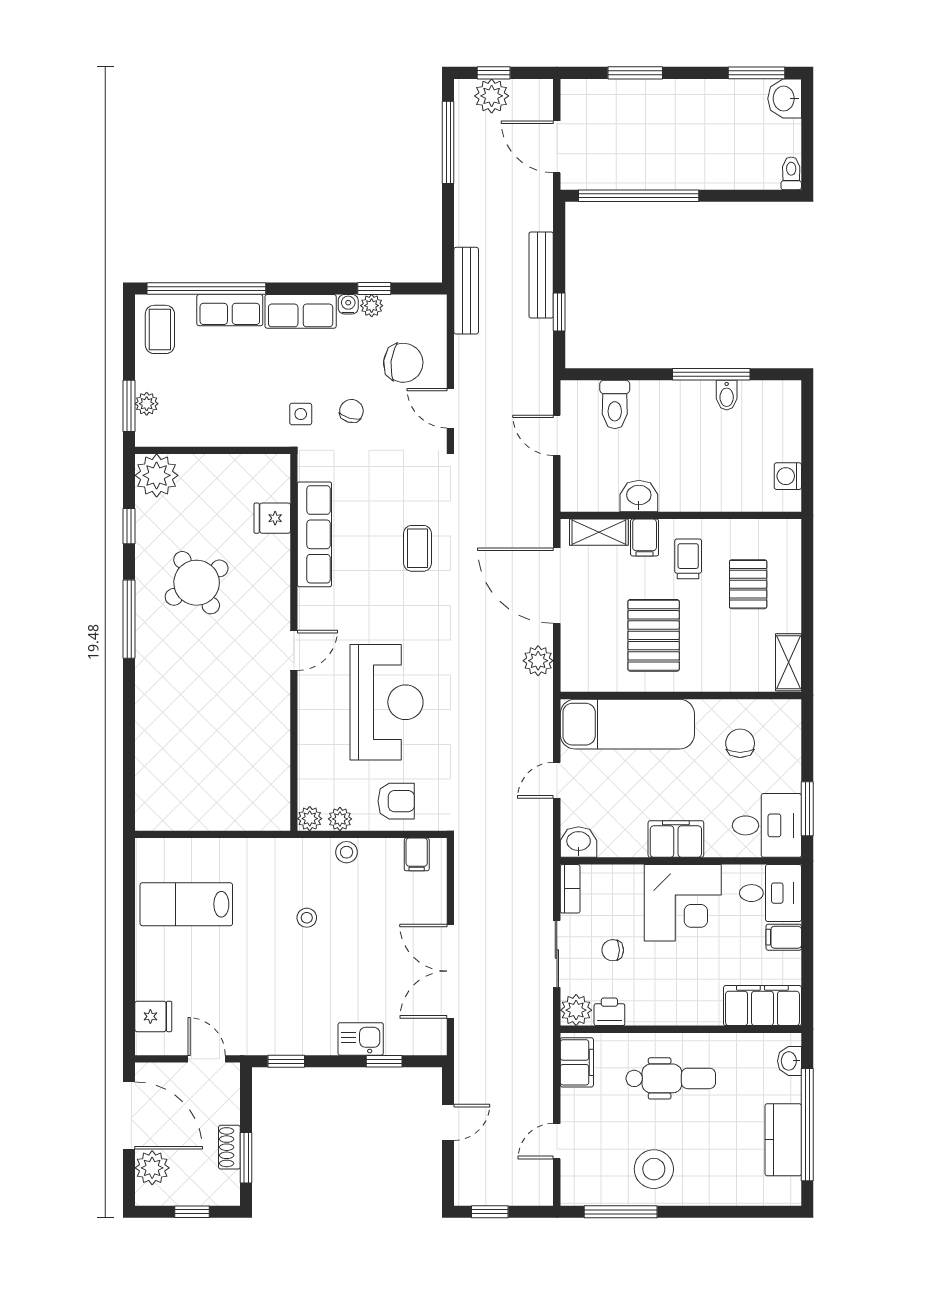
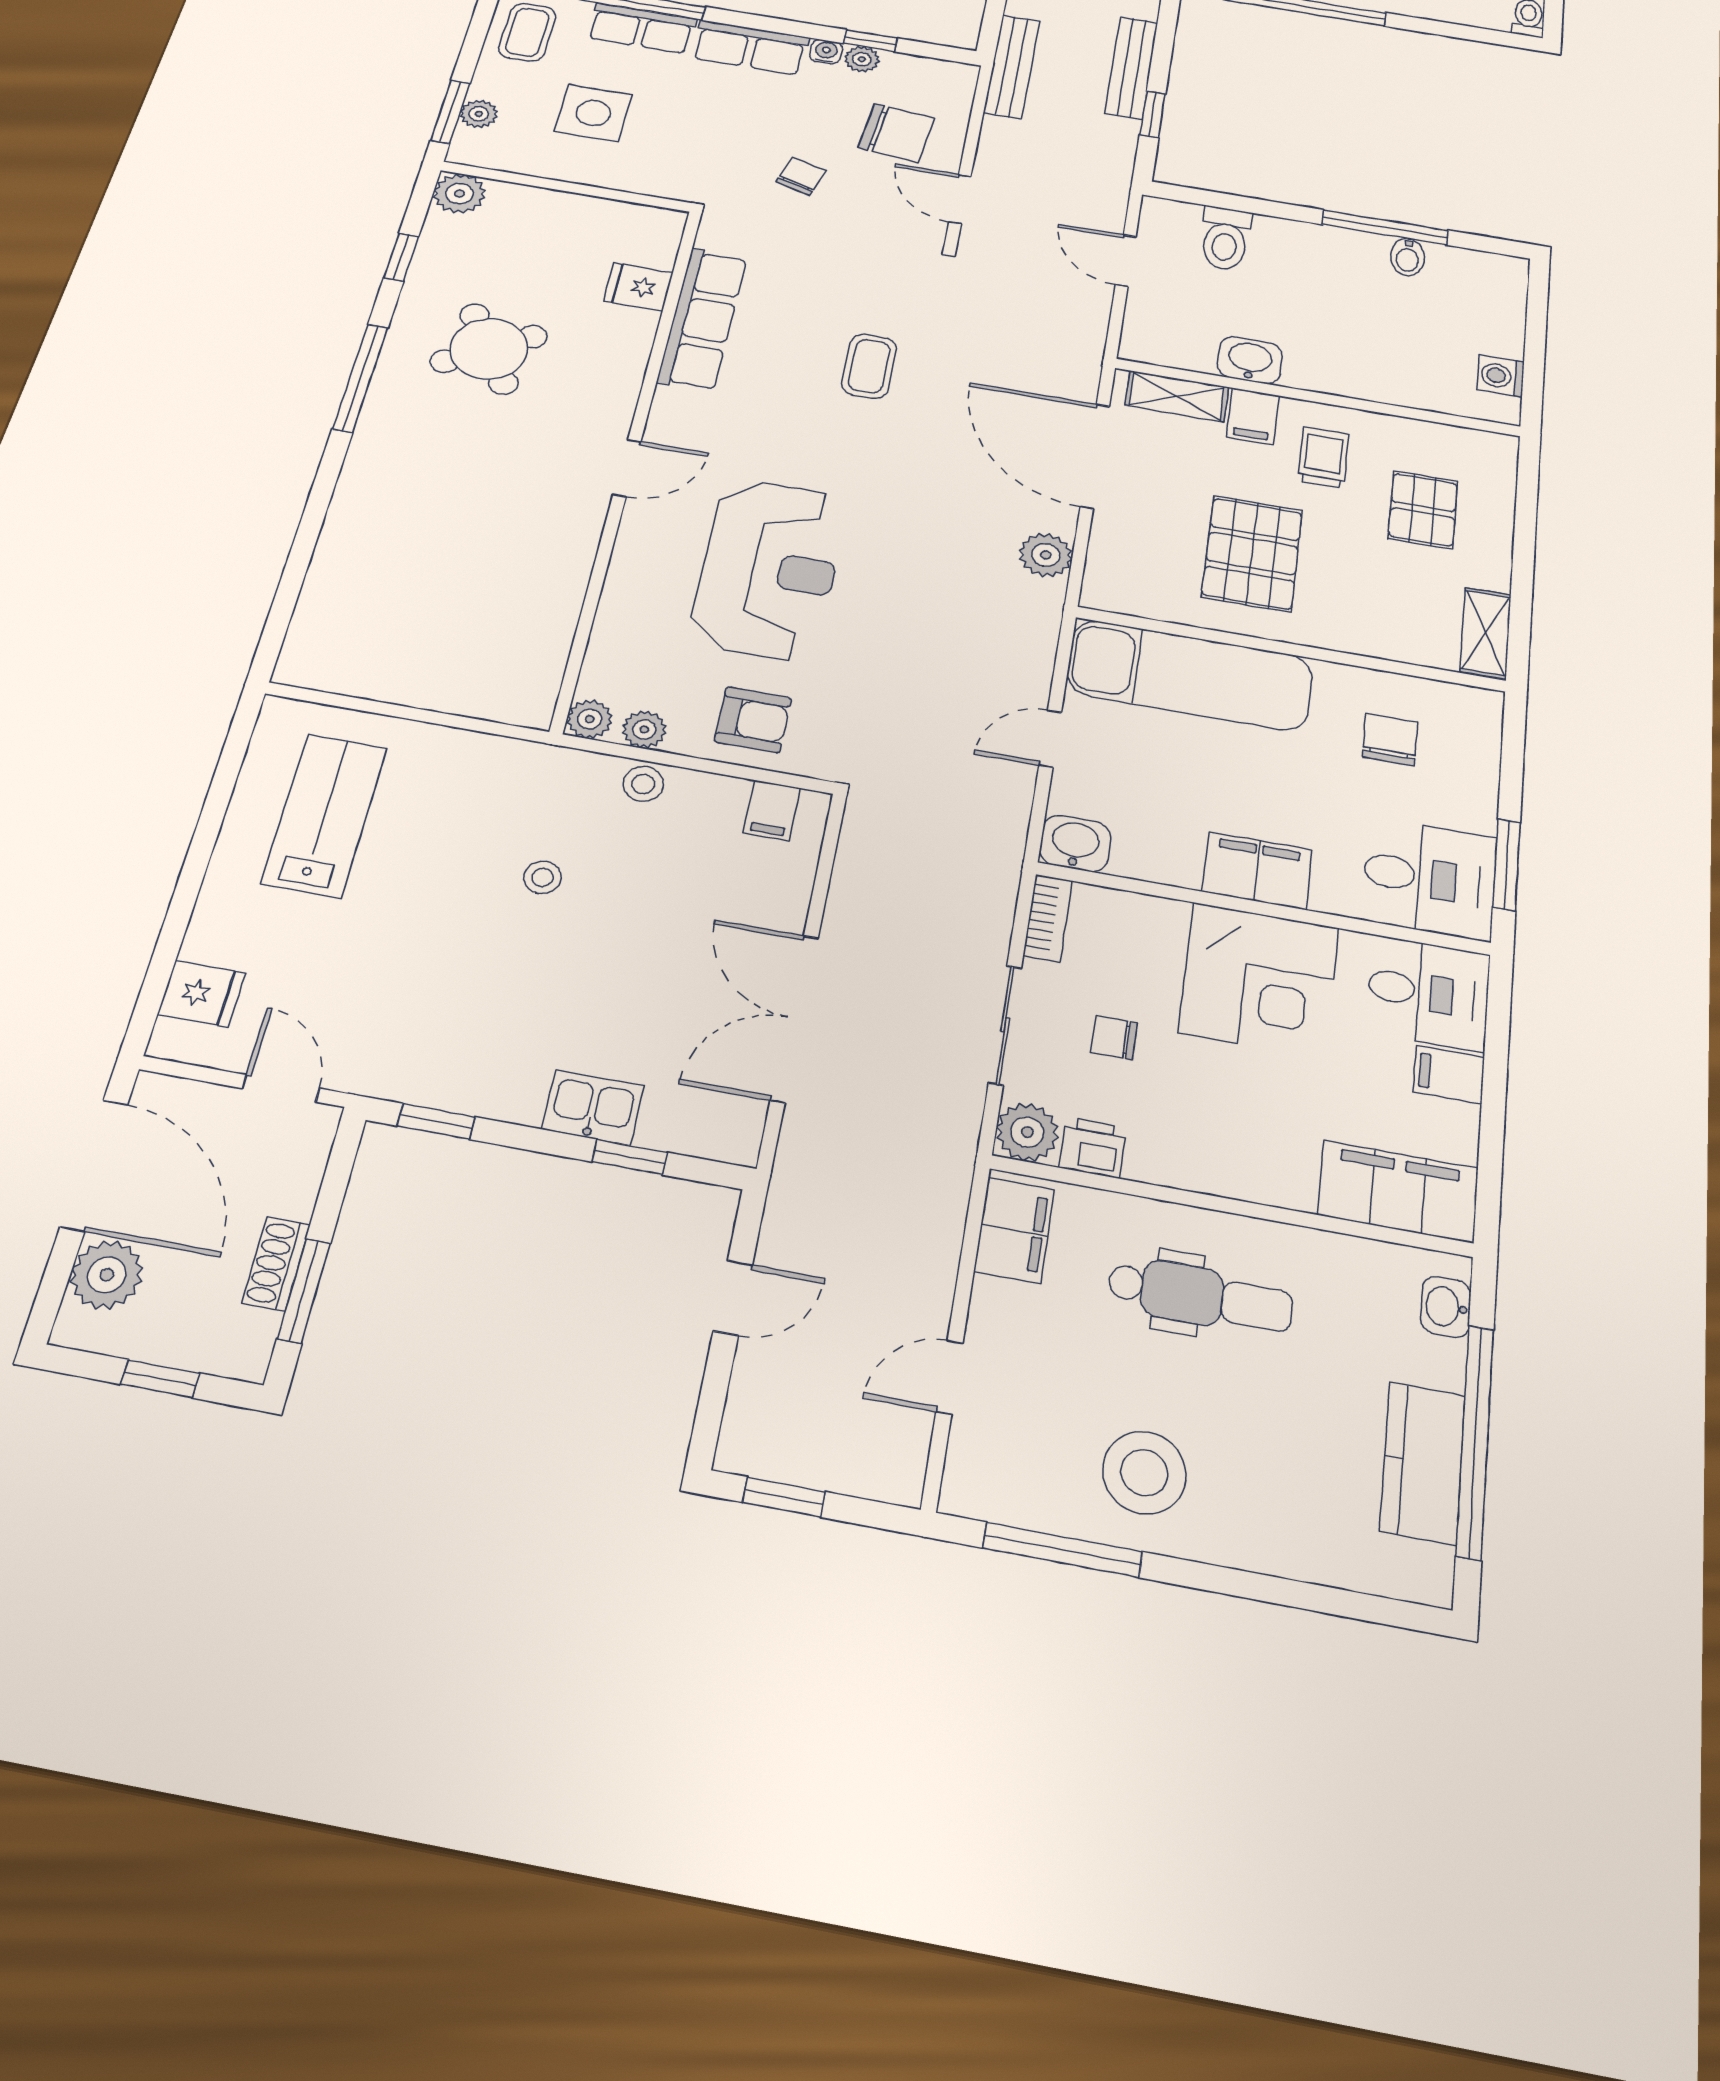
side table: (301, 414) -> (593, 113), moved, width x1.87, depth x1.87
plant: (157, 475) -> (460, 194), width x0.73, depth x0.73
lab bench: (186, 904) -> (324, 815), turned 90

